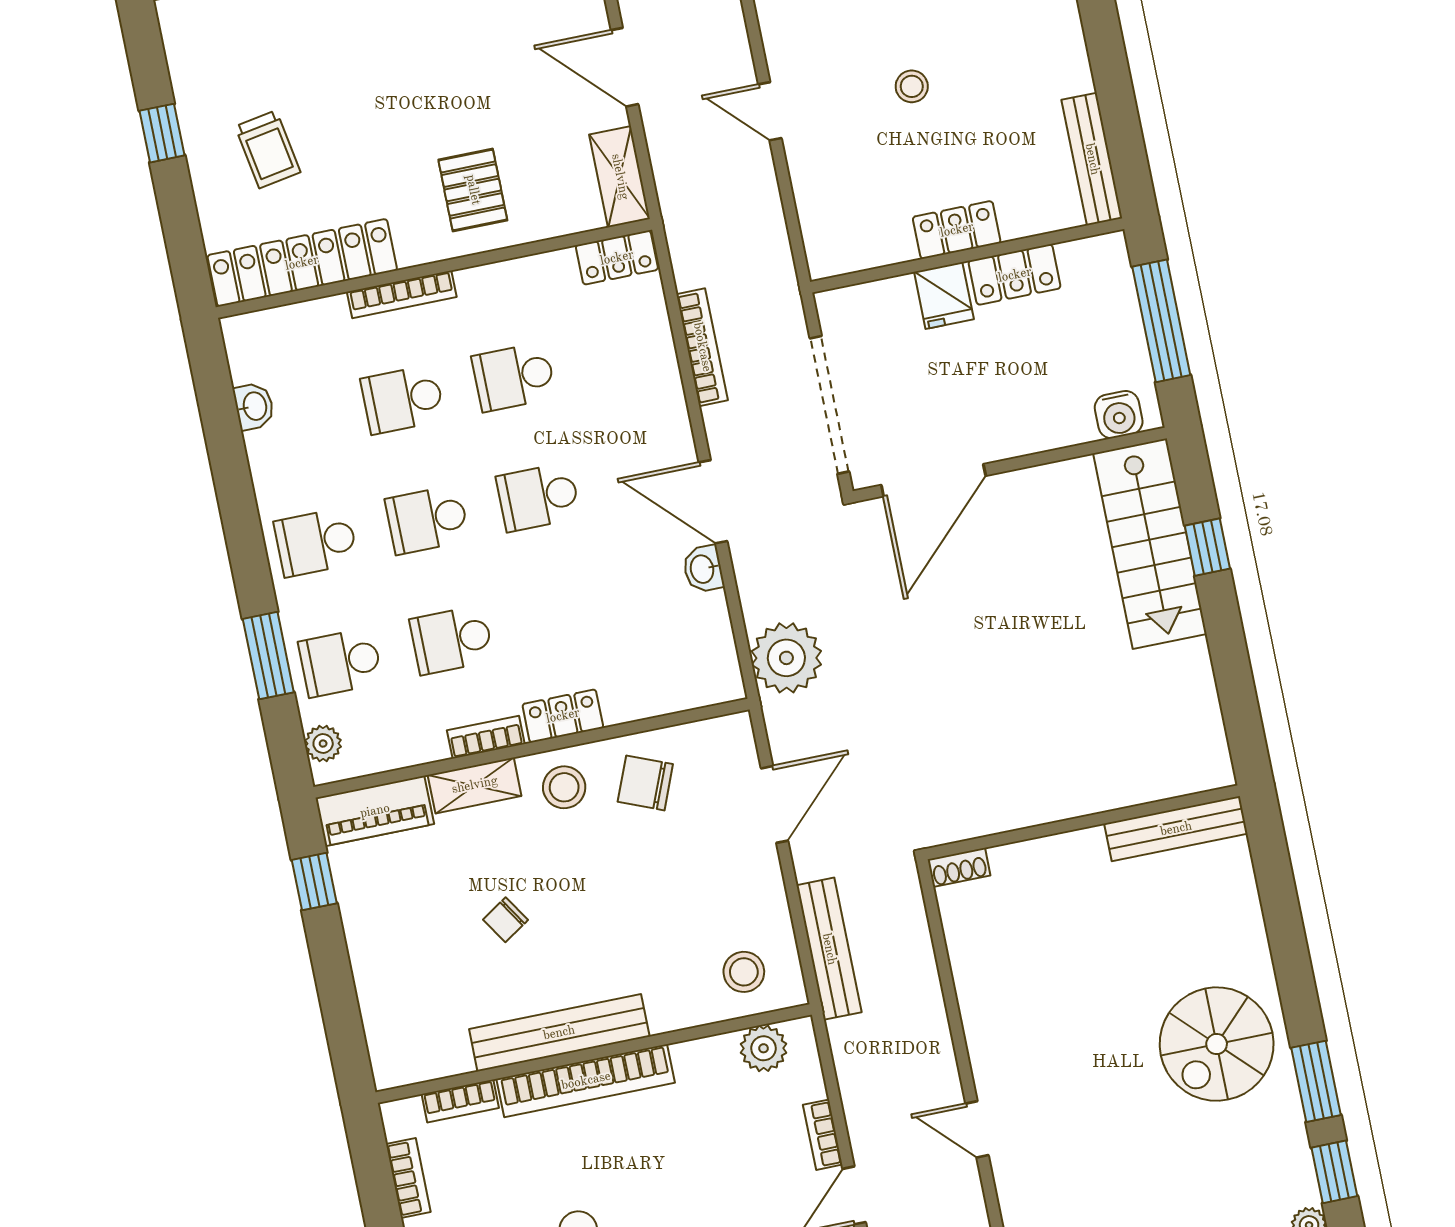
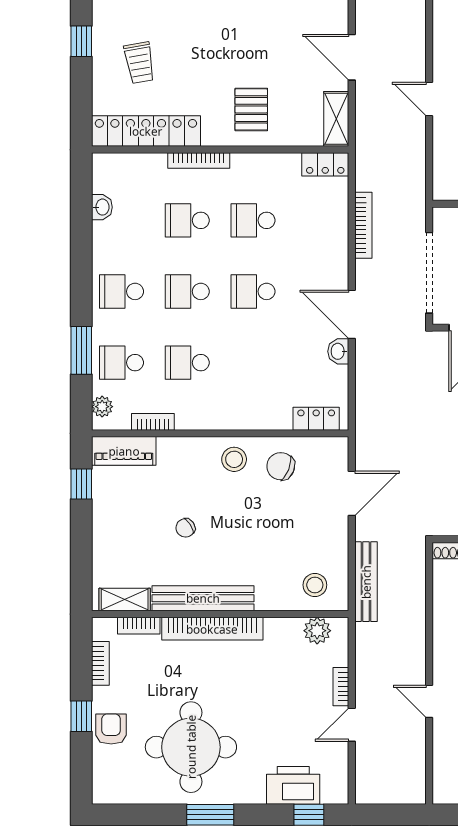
plant: (786, 658) -> (375, 412), removed
locker: (563, 716) -> (316, 419), moved
bookcase: (486, 737) -> (153, 422), moved
shelving: (475, 785) -> (125, 599), moved

